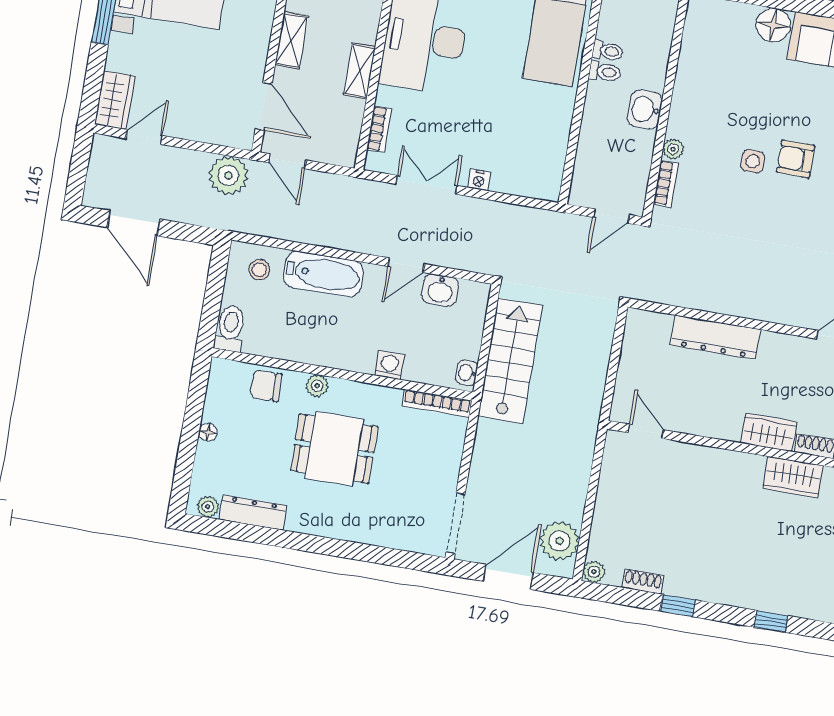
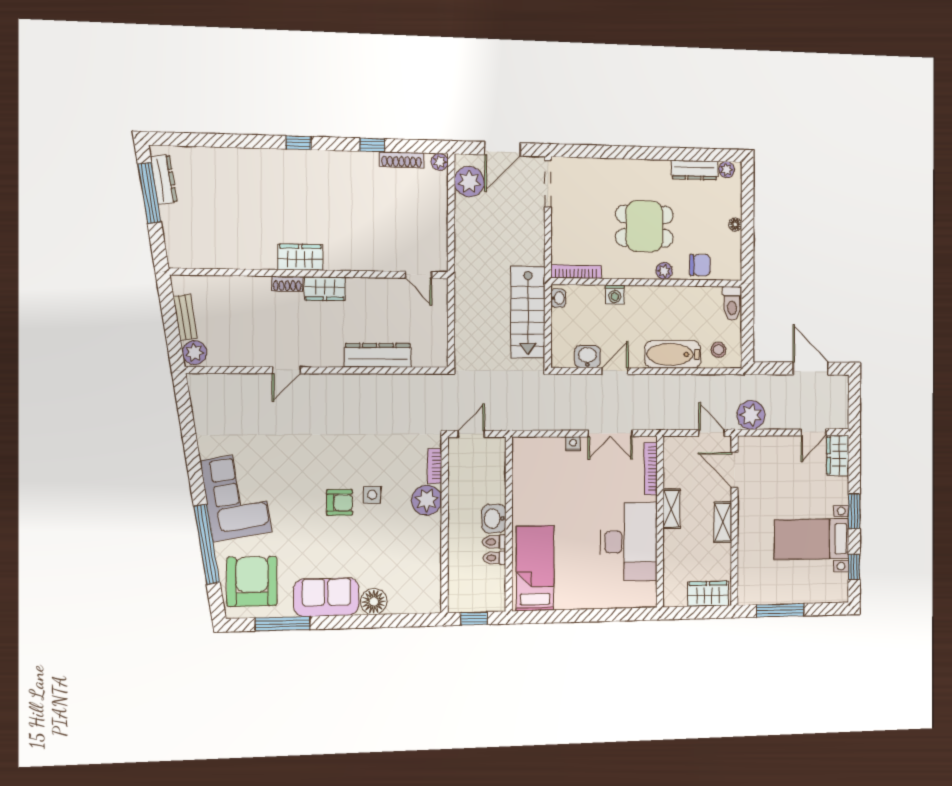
washbasin: (645, 109) -> (494, 519), moved, turned 180
bookcase: (379, 129) -> (651, 469), width x1.56
plant: (673, 149) -> (427, 500), width x1.88, depth x1.88
shoe rack: (643, 581) -> (402, 160), width x1.43

